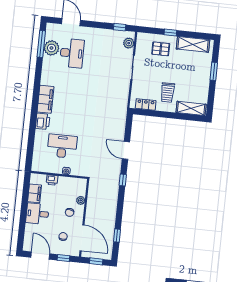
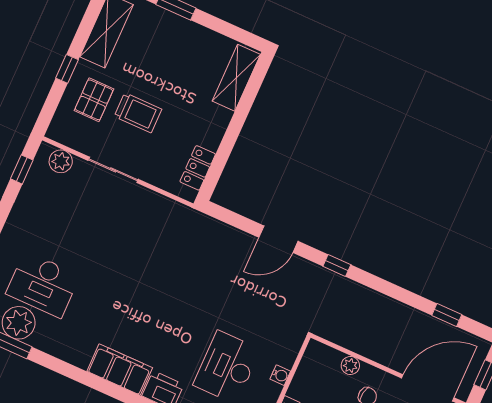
desk: (72, 53) -> (43, 285), turned 180
trolley: (168, 93) -> (138, 113), moved

